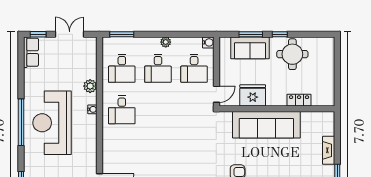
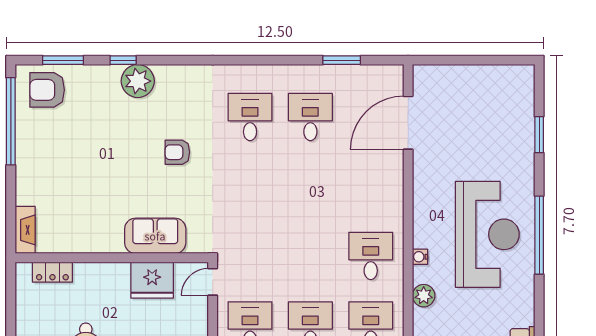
locker: (299, 100) -> (52, 272), moved
sofa: (266, 125) -> (155, 236), width x0.54, depth x0.79
fireplace: (329, 150) -> (25, 230), moved

